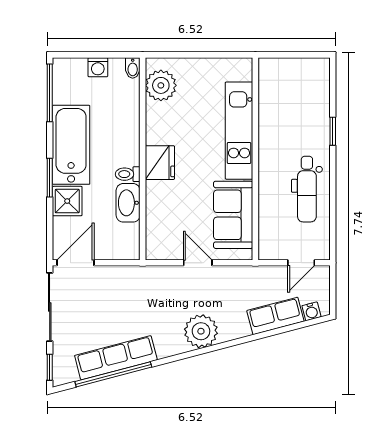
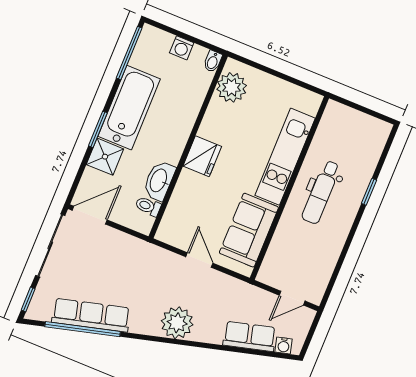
toilet: (128, 174) -> (148, 206), moved
dental chair: (307, 189) -> (321, 192), moved

